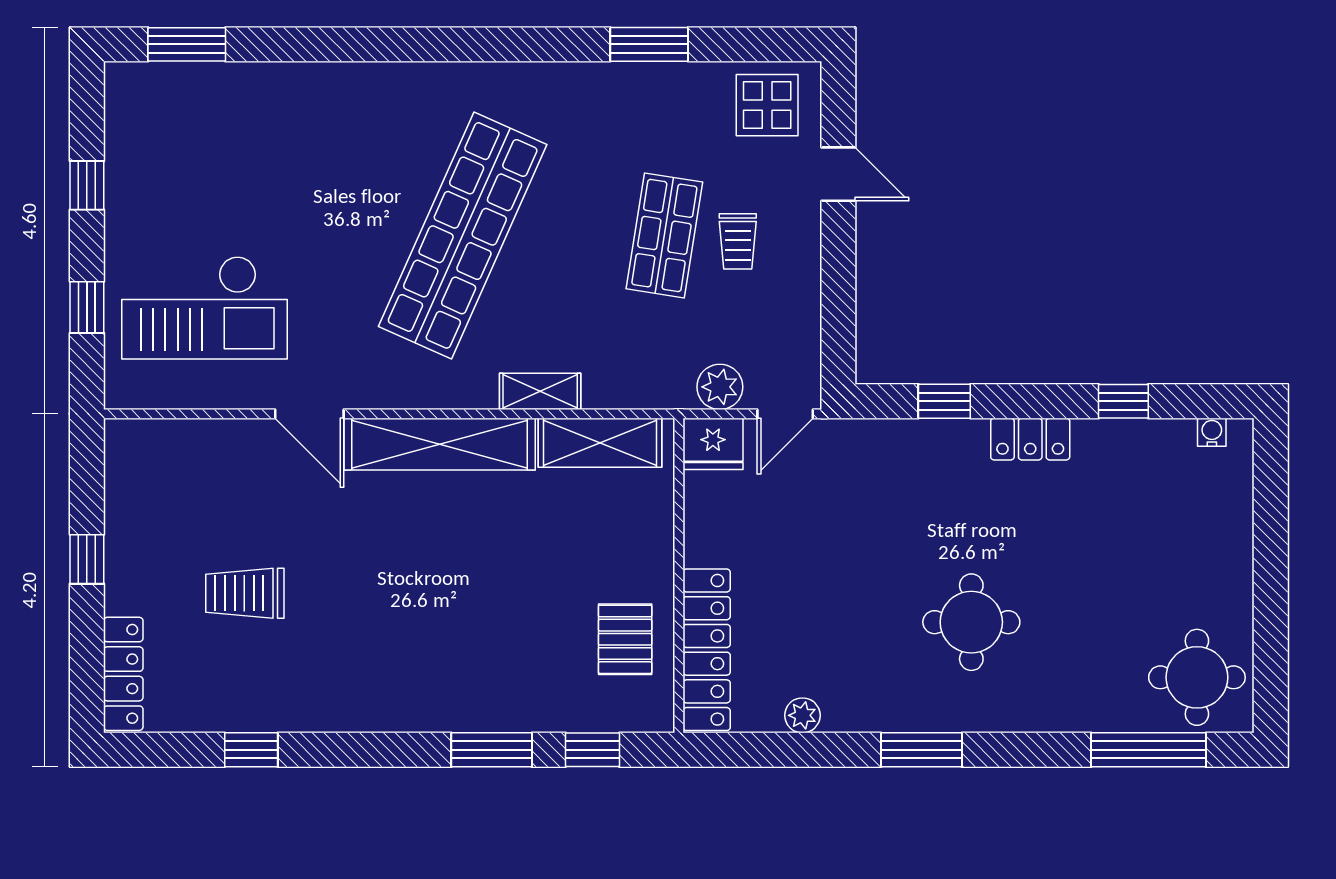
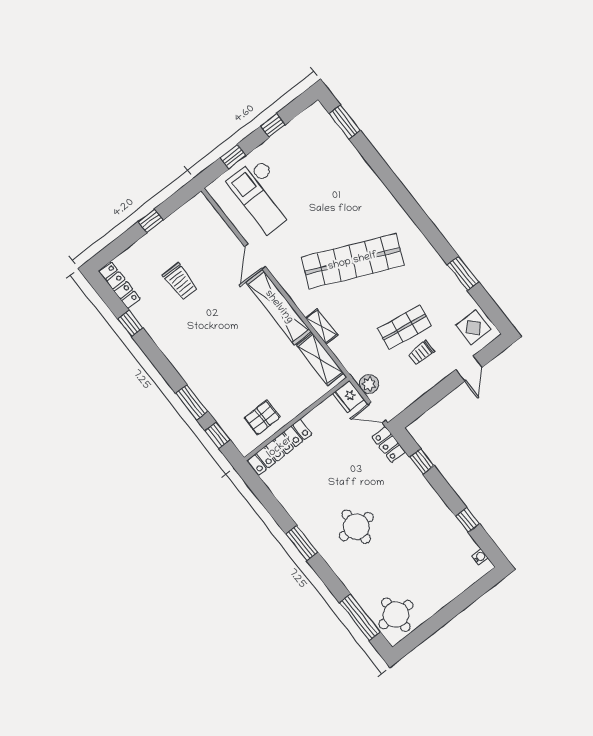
locker: (1030, 439) -> (389, 445), moved
trolley: (245, 593) -> (180, 281), turned 180
locker: (123, 674) -> (120, 285), moved, turned -90
plant: (802, 715) -> (283, 495), removed

